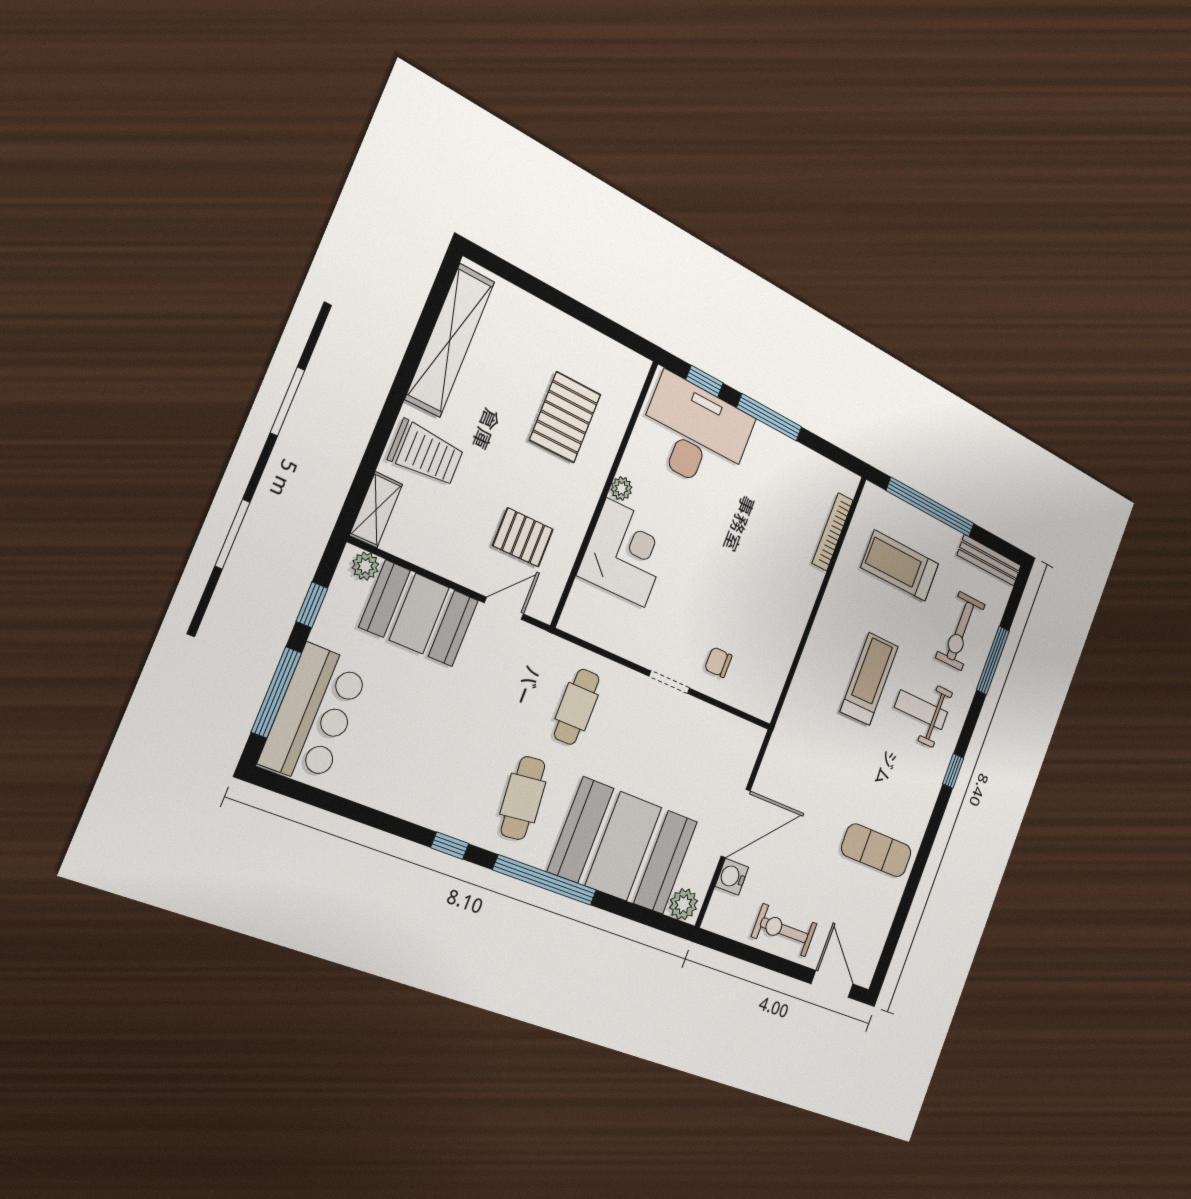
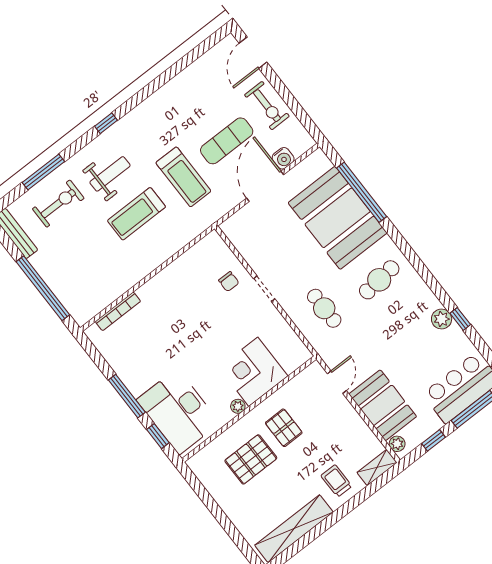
trolley: (426, 453) -> (336, 481), width x0.73, depth x0.72
pallet: (523, 537) -> (284, 428), moved
treadmill: (900, 566) -> (183, 177), moved
door: (504, 608) -> (337, 382), swing flipped
cafe table: (577, 707) -> (324, 308), turned 90
weight bench: (921, 710) -> (110, 174), turned -90
door: (736, 823) -> (265, 186), hinge flipped
window: (450, 846) -> (460, 319), moved
exercise mat: (876, 850) -> (227, 141), moved, turned 90
window: (545, 880) -> (362, 192), moved
plant: (683, 904) -> (442, 319), moved

